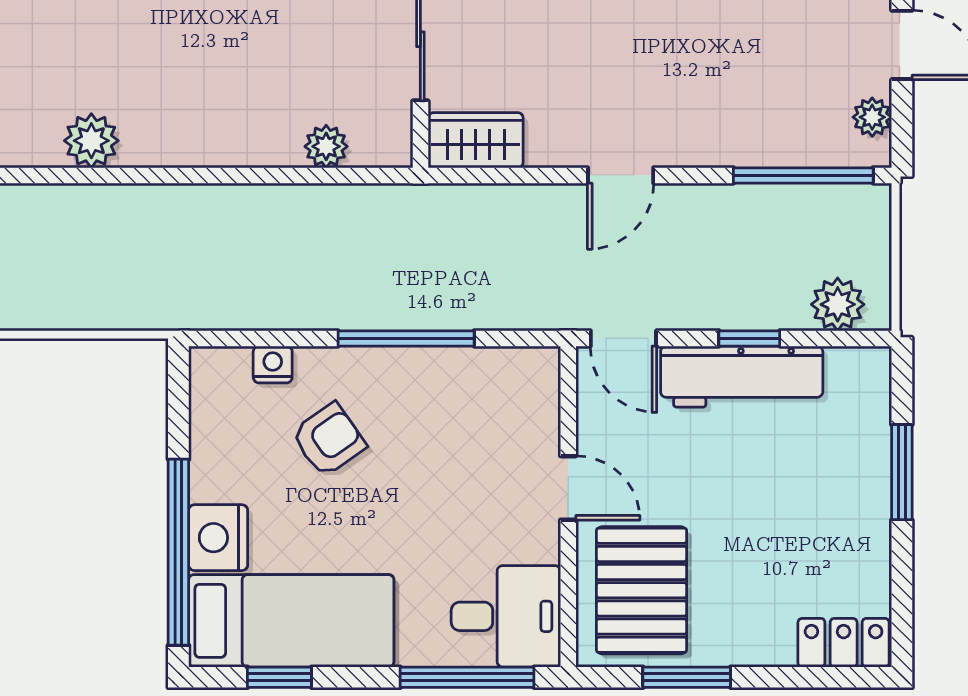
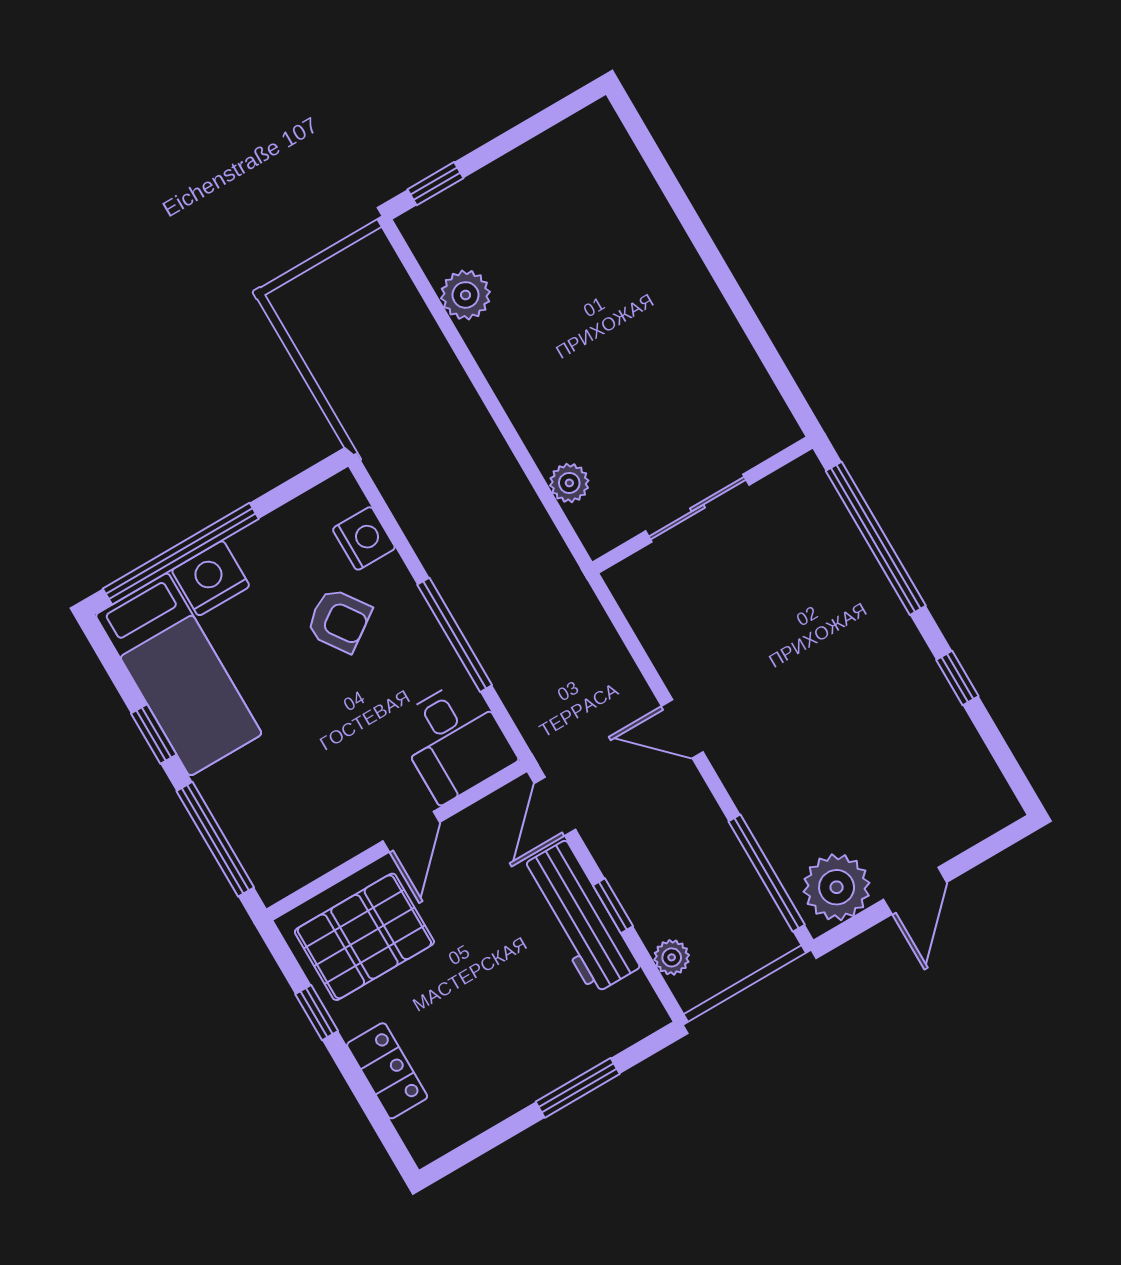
plant: (872, 117) -> (837, 887), width x1.87, depth x1.87
wardrobe: (476, 140) -> (643, 598), removed
plant: (838, 304) -> (672, 957), width x0.73, depth x0.73
nightstand: (273, 364) -> (364, 538), width x1.39, depth x1.35
desk: (506, 616) -> (455, 740), moved
locker: (844, 643) -> (387, 1071), moved
window: (279, 677) -> (154, 734), moved
window: (687, 677) -> (317, 1013), width x0.67

